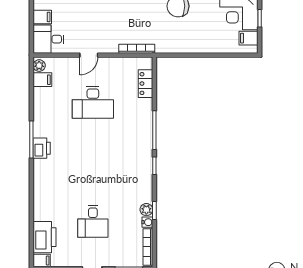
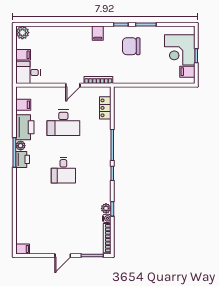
door: (89, 55) -> (73, 85), moved
plant: (39, 66) -> (21, 146), moved
desk: (93, 221) -> (63, 170), moved
printer: (45, 237) -> (25, 127), moved

